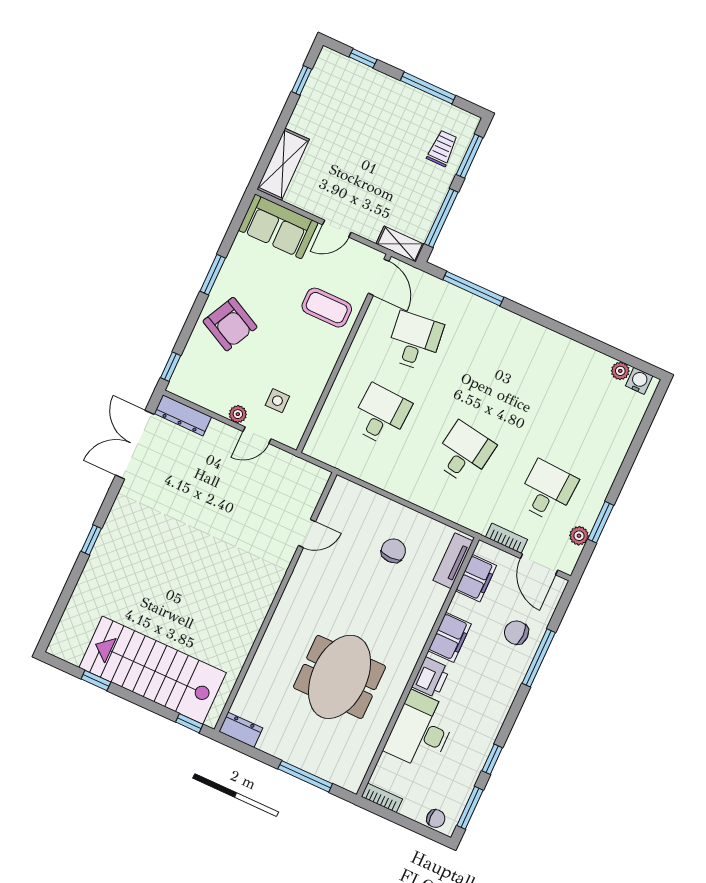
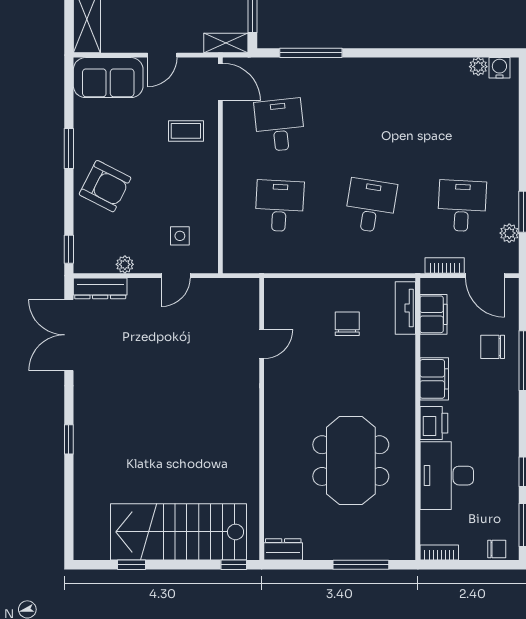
coffee table: (327, 308) -> (186, 131), width x0.73, depth x0.77
plant: (238, 414) -> (125, 264), moved

